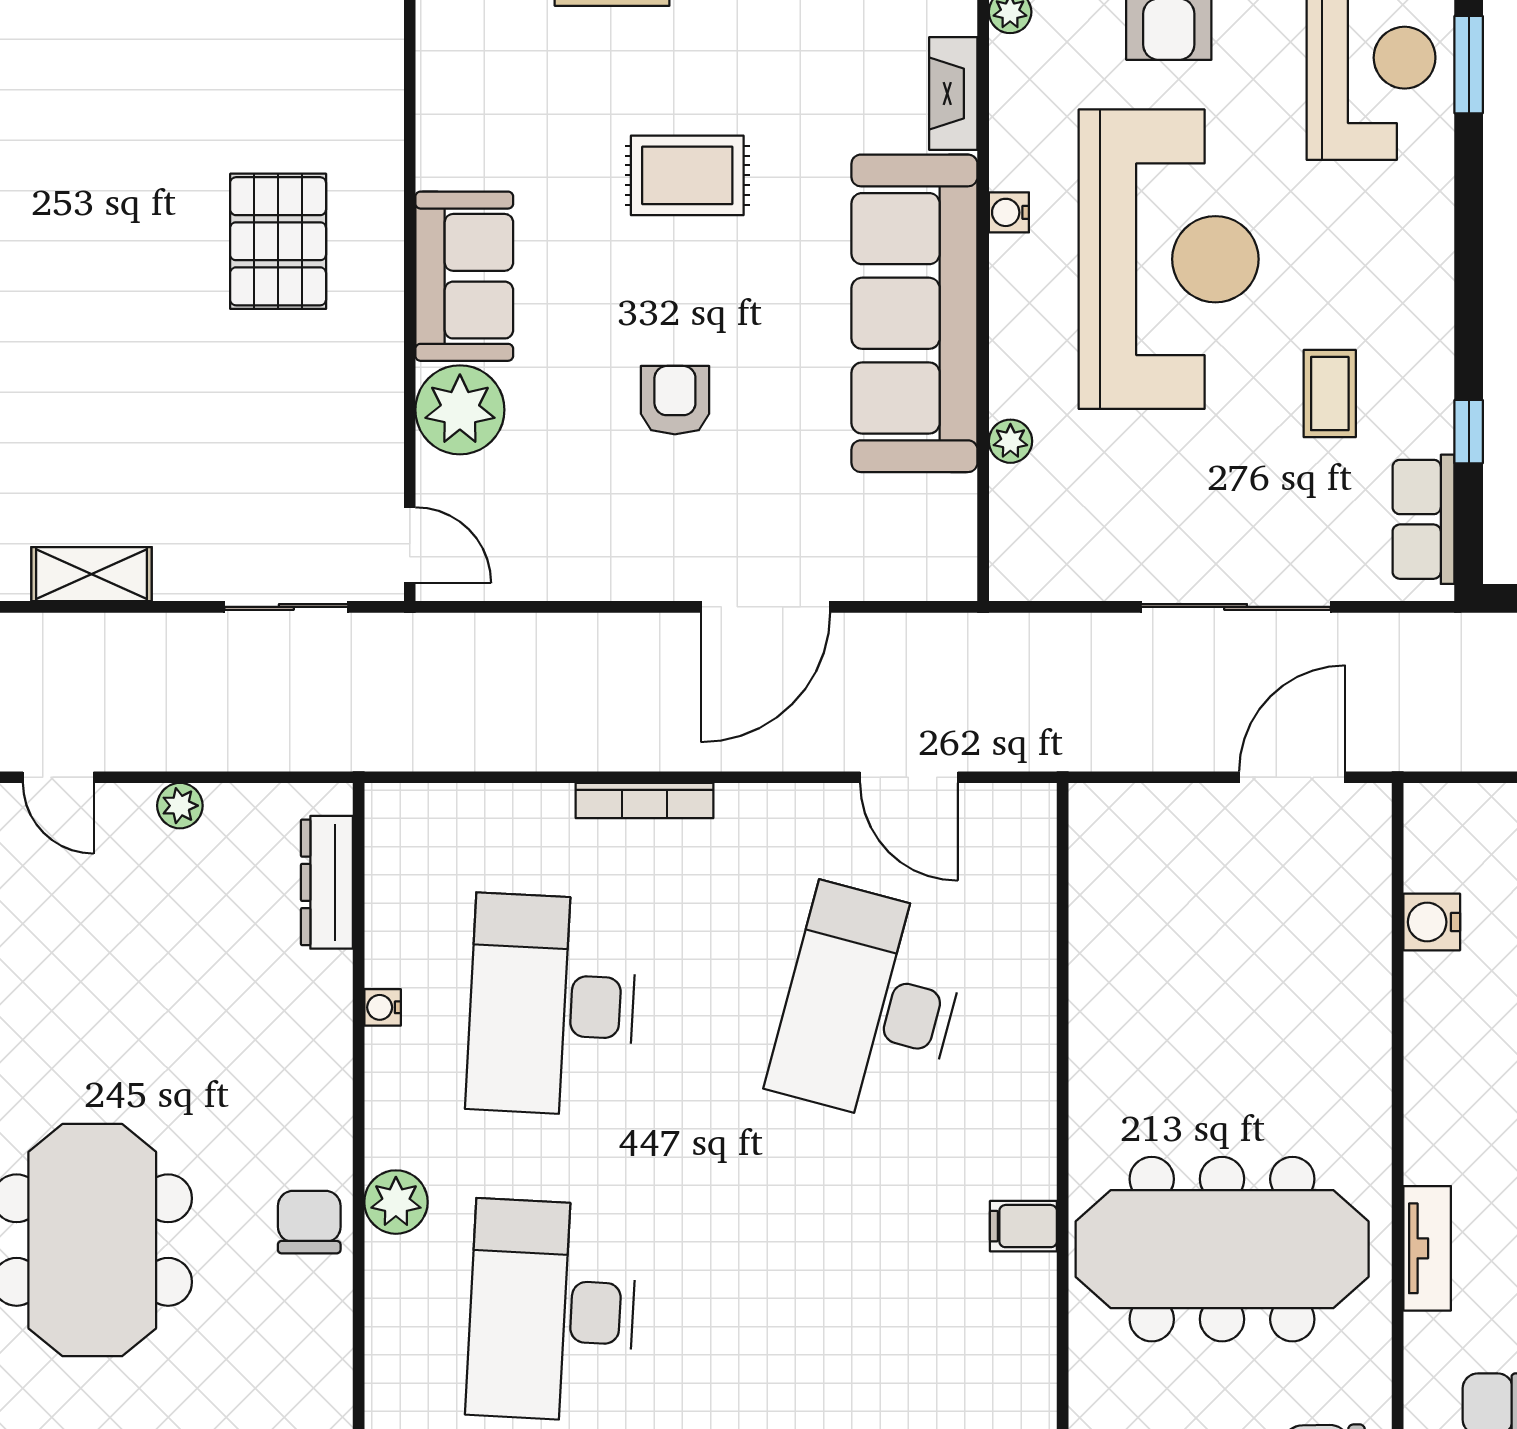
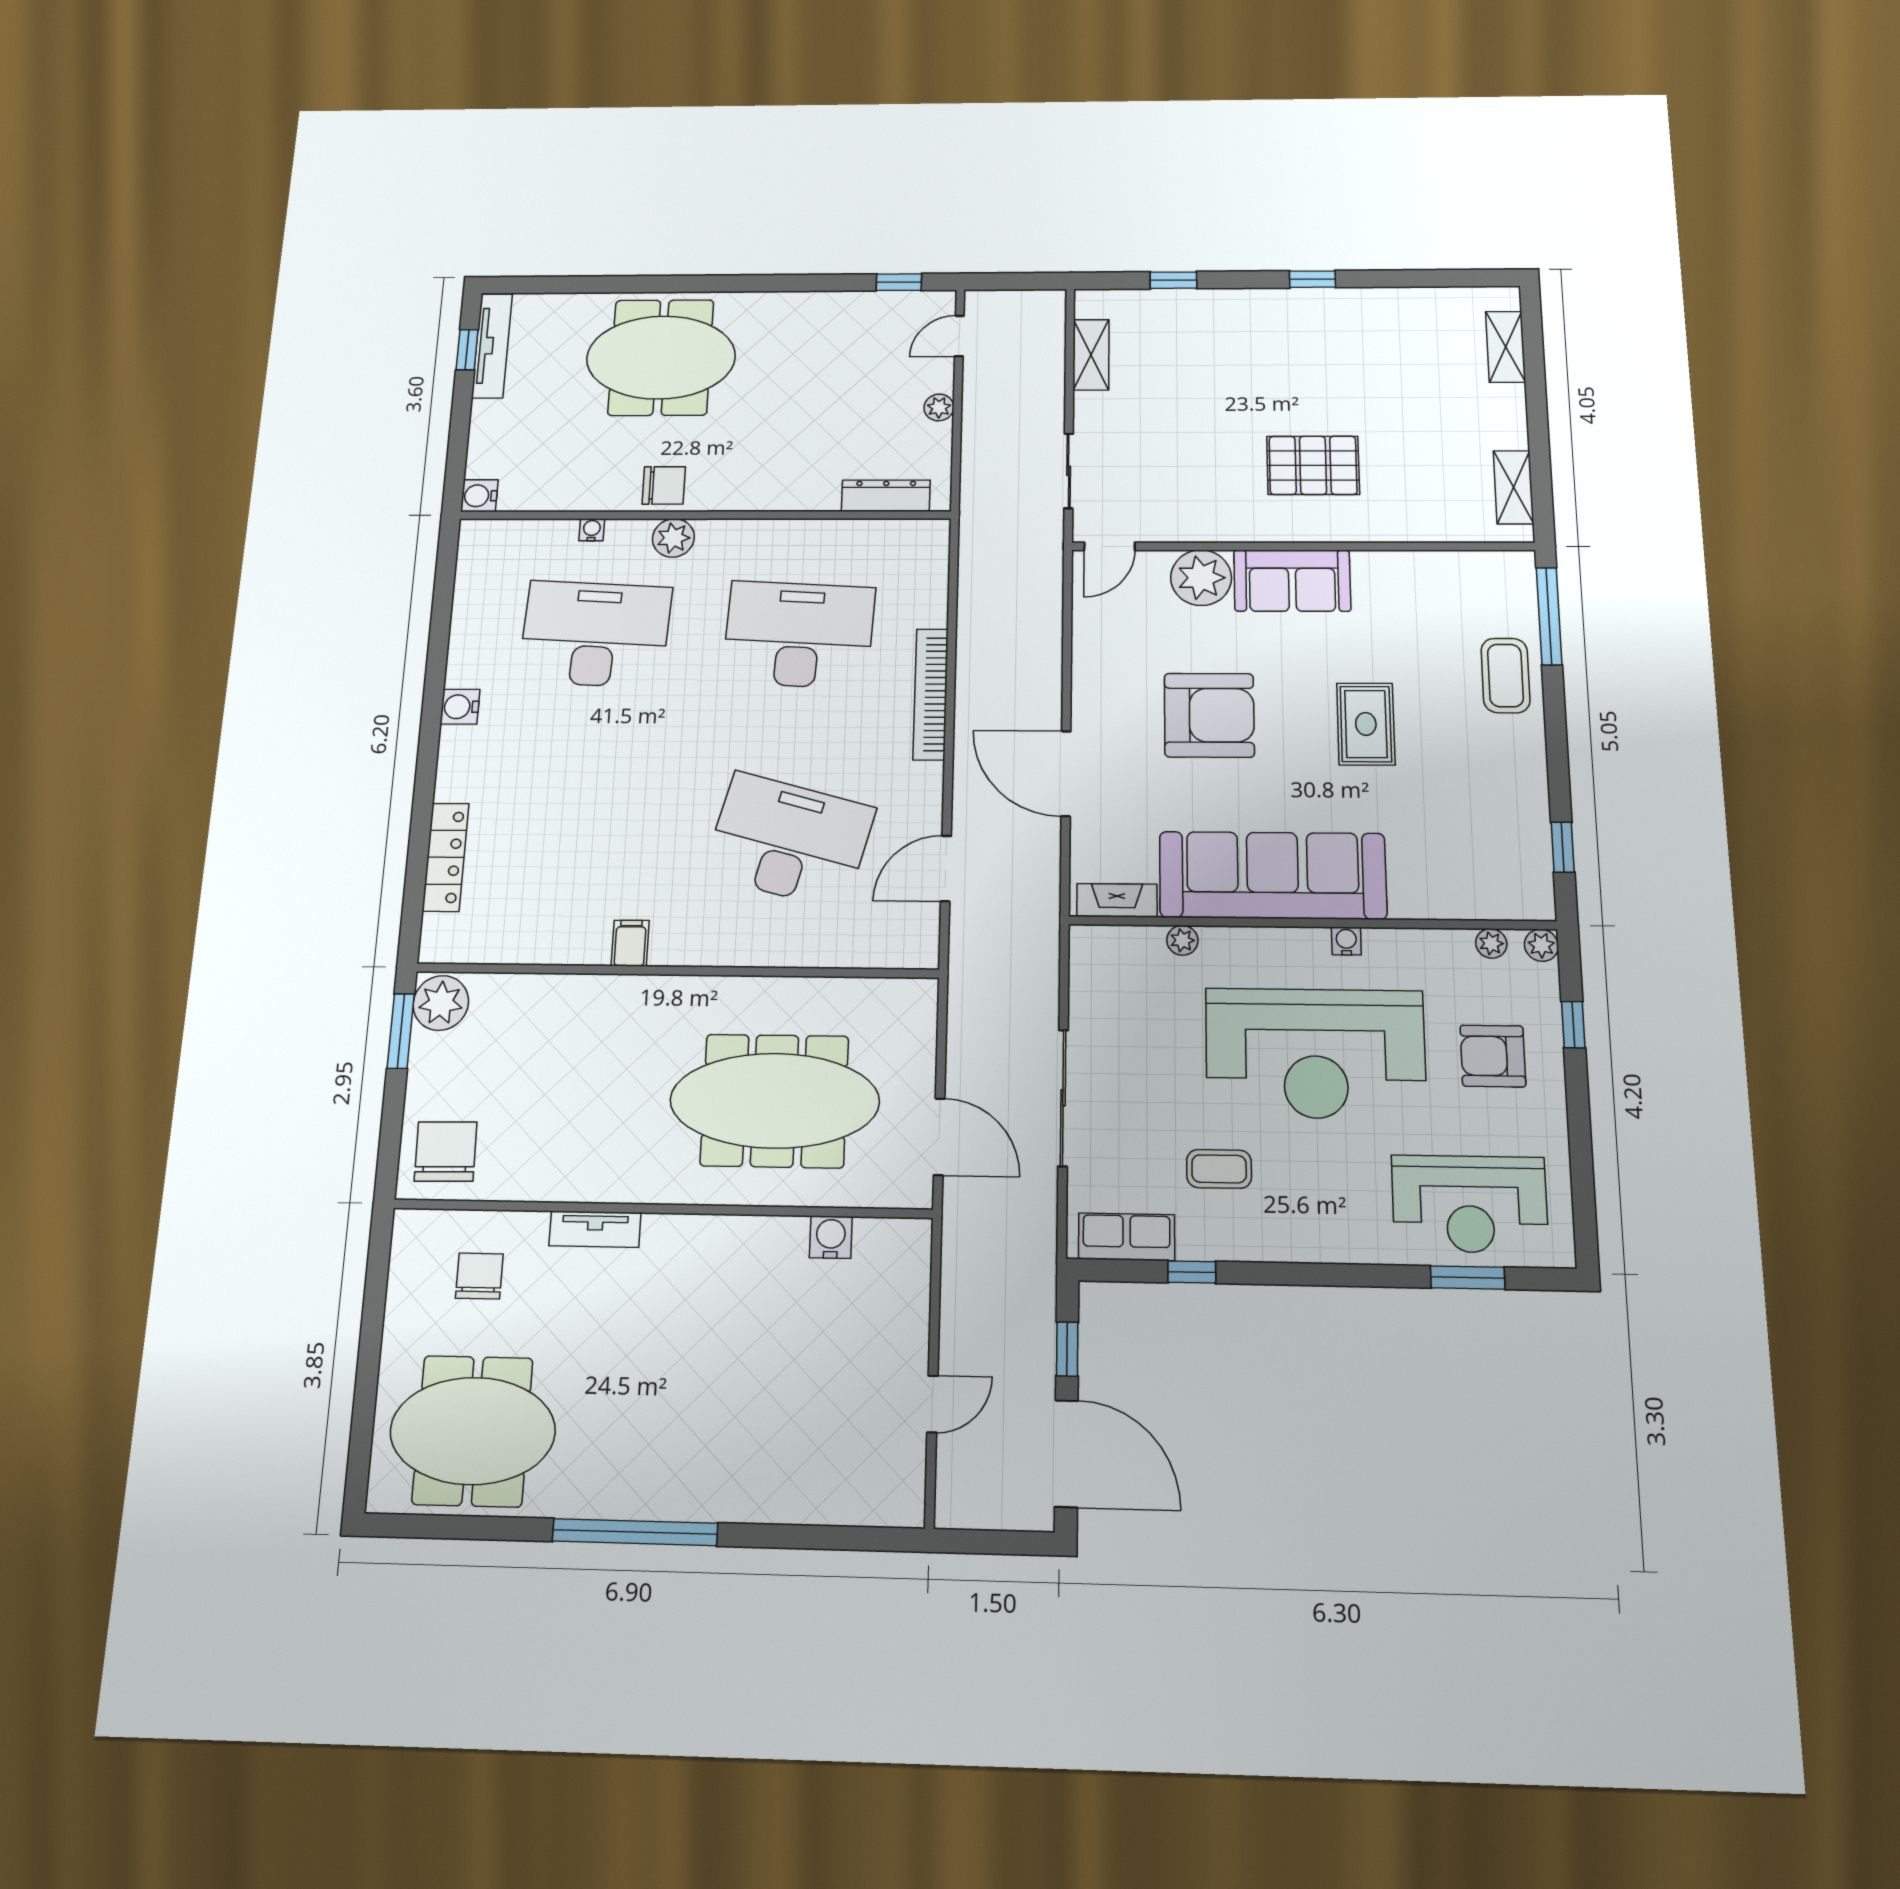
fireplace: (953, 94) -> (1117, 900), moved
armchair: (675, 400) -> (1209, 715), width x1.88, depth x1.88
bookcase: (644, 801) -> (931, 694), width x1.48, depth x1.31
water cooler: (383, 1007) -> (592, 530), moved
meeting table: (1222, 1249) -> (775, 1101), moved, turned 90

